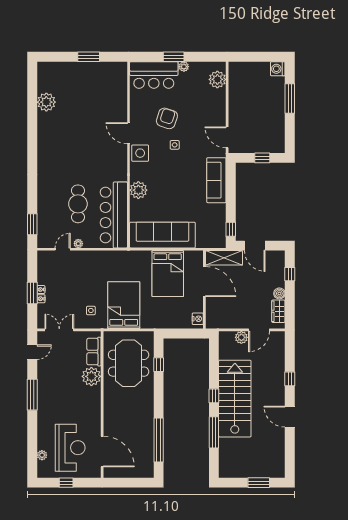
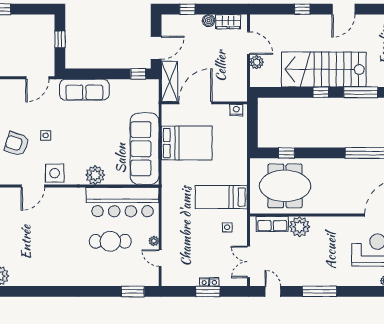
bed: (124, 305) -> (221, 197), width x0.67

